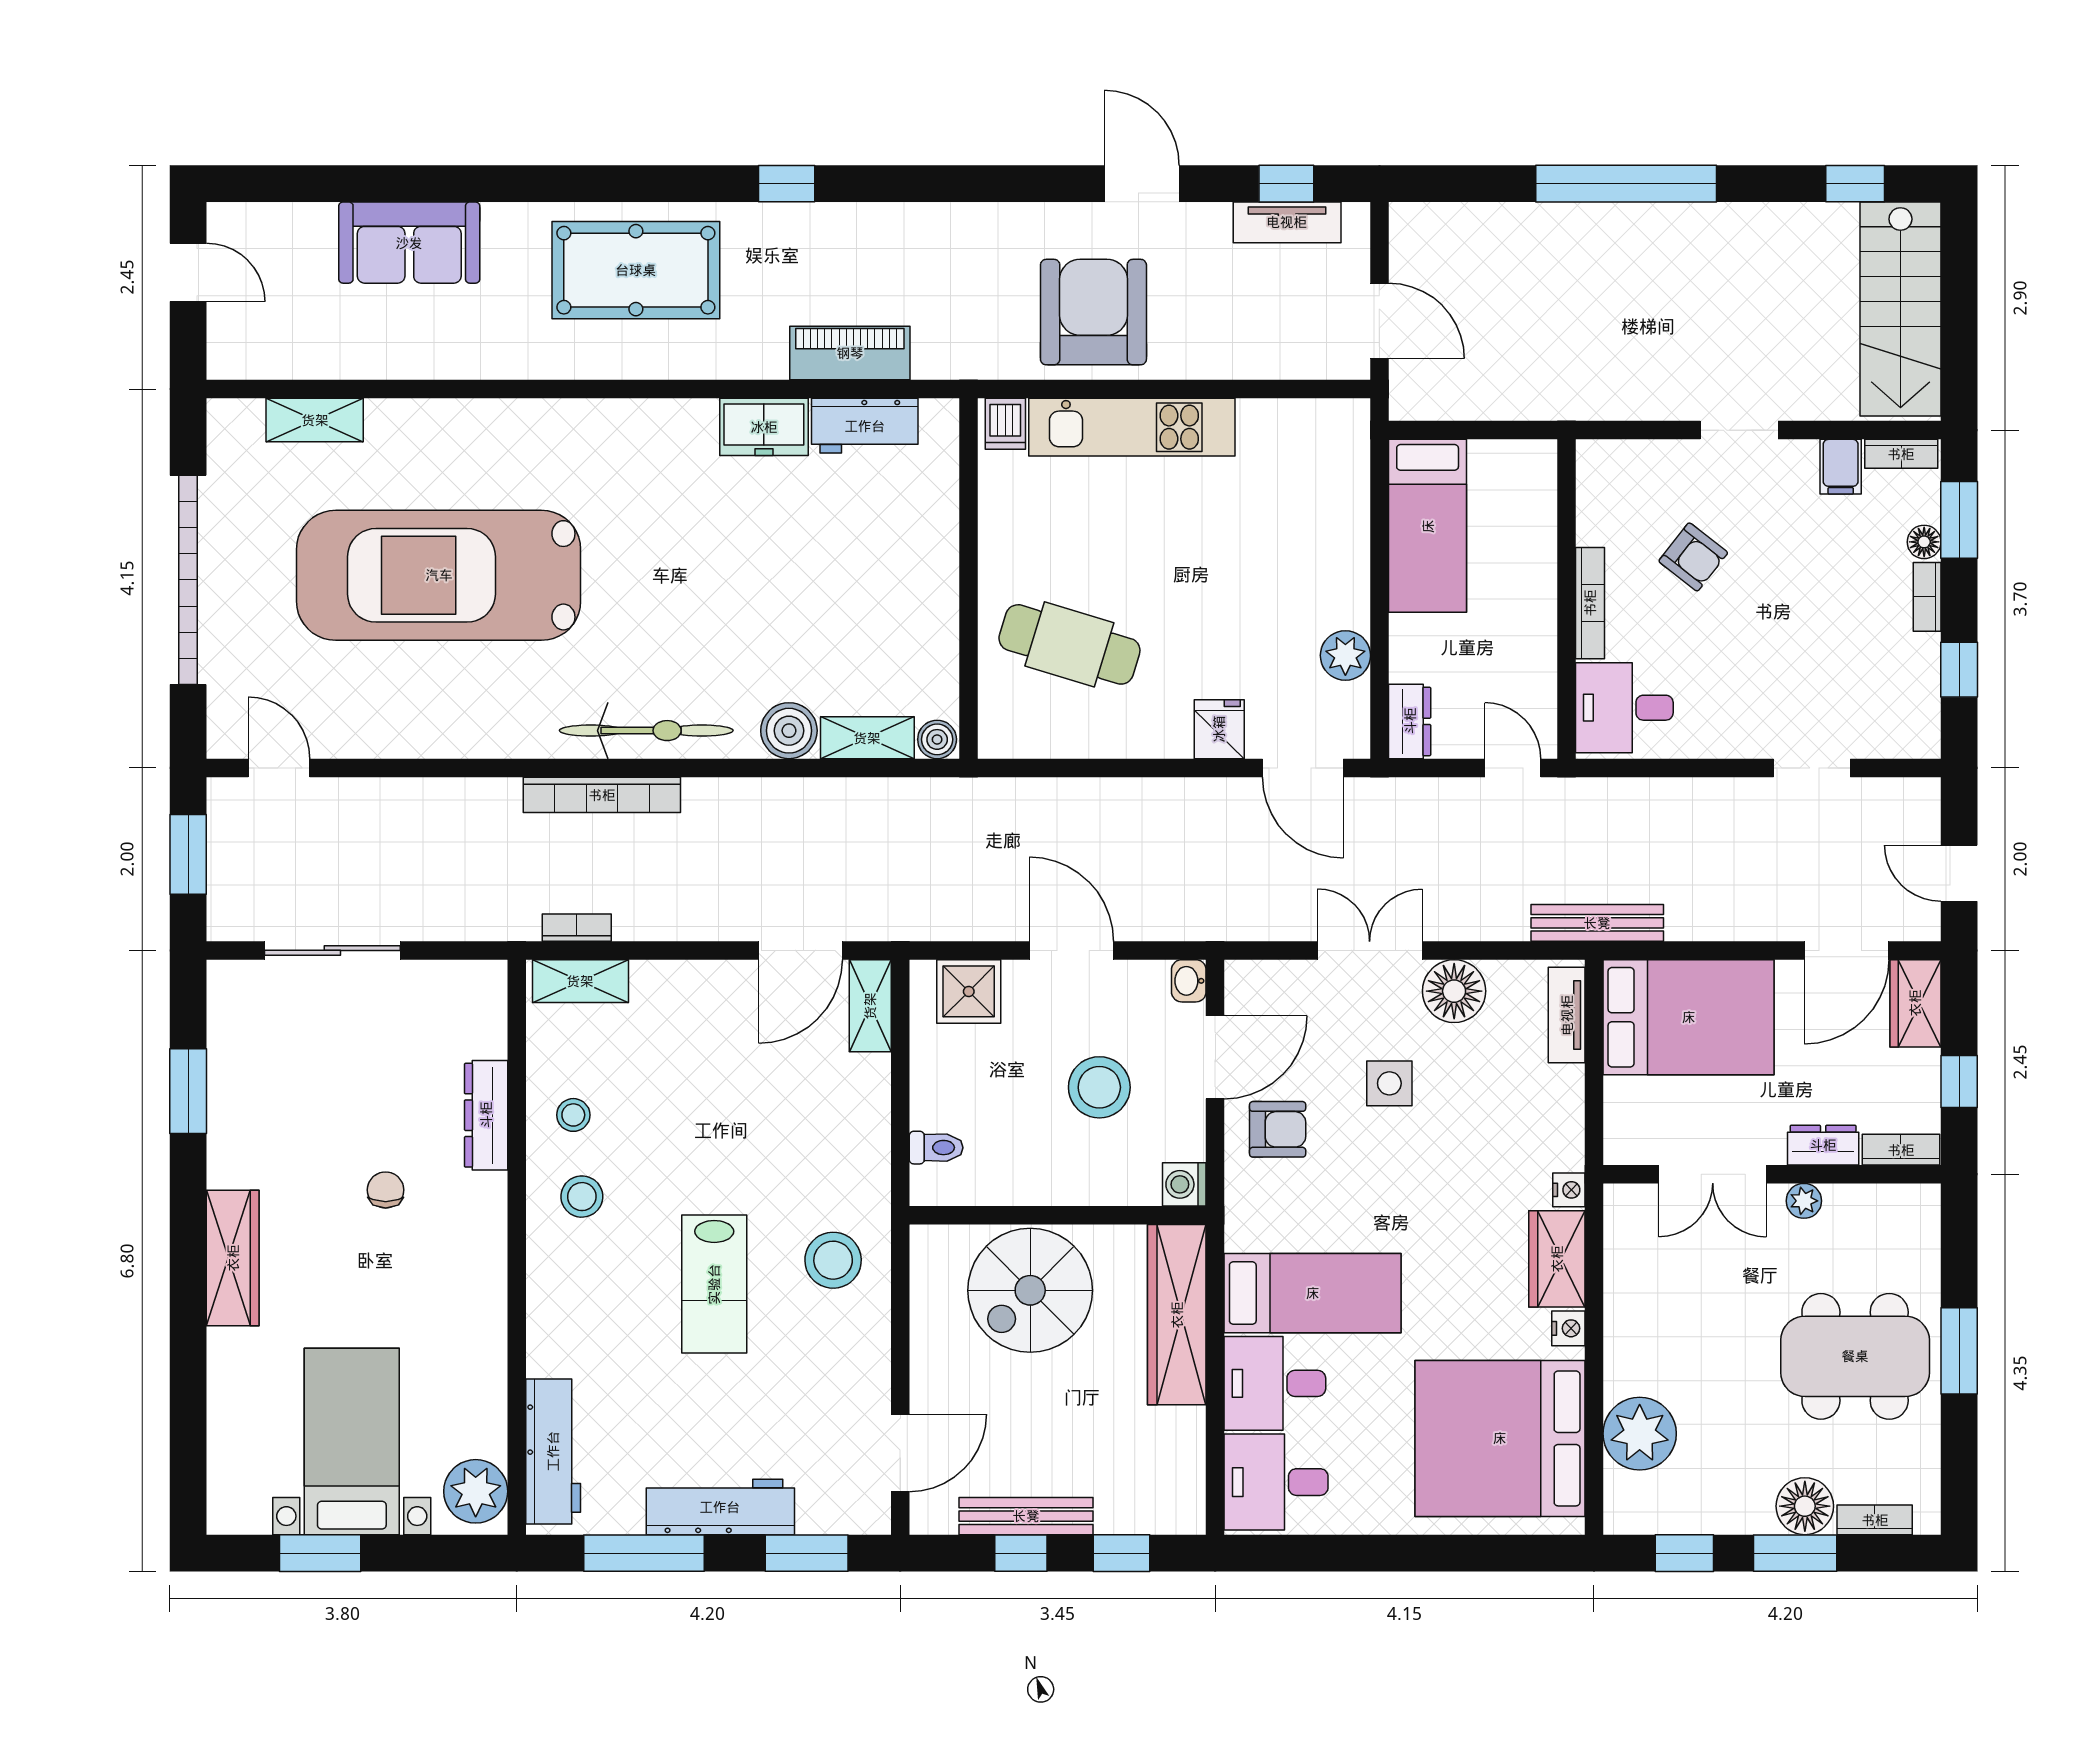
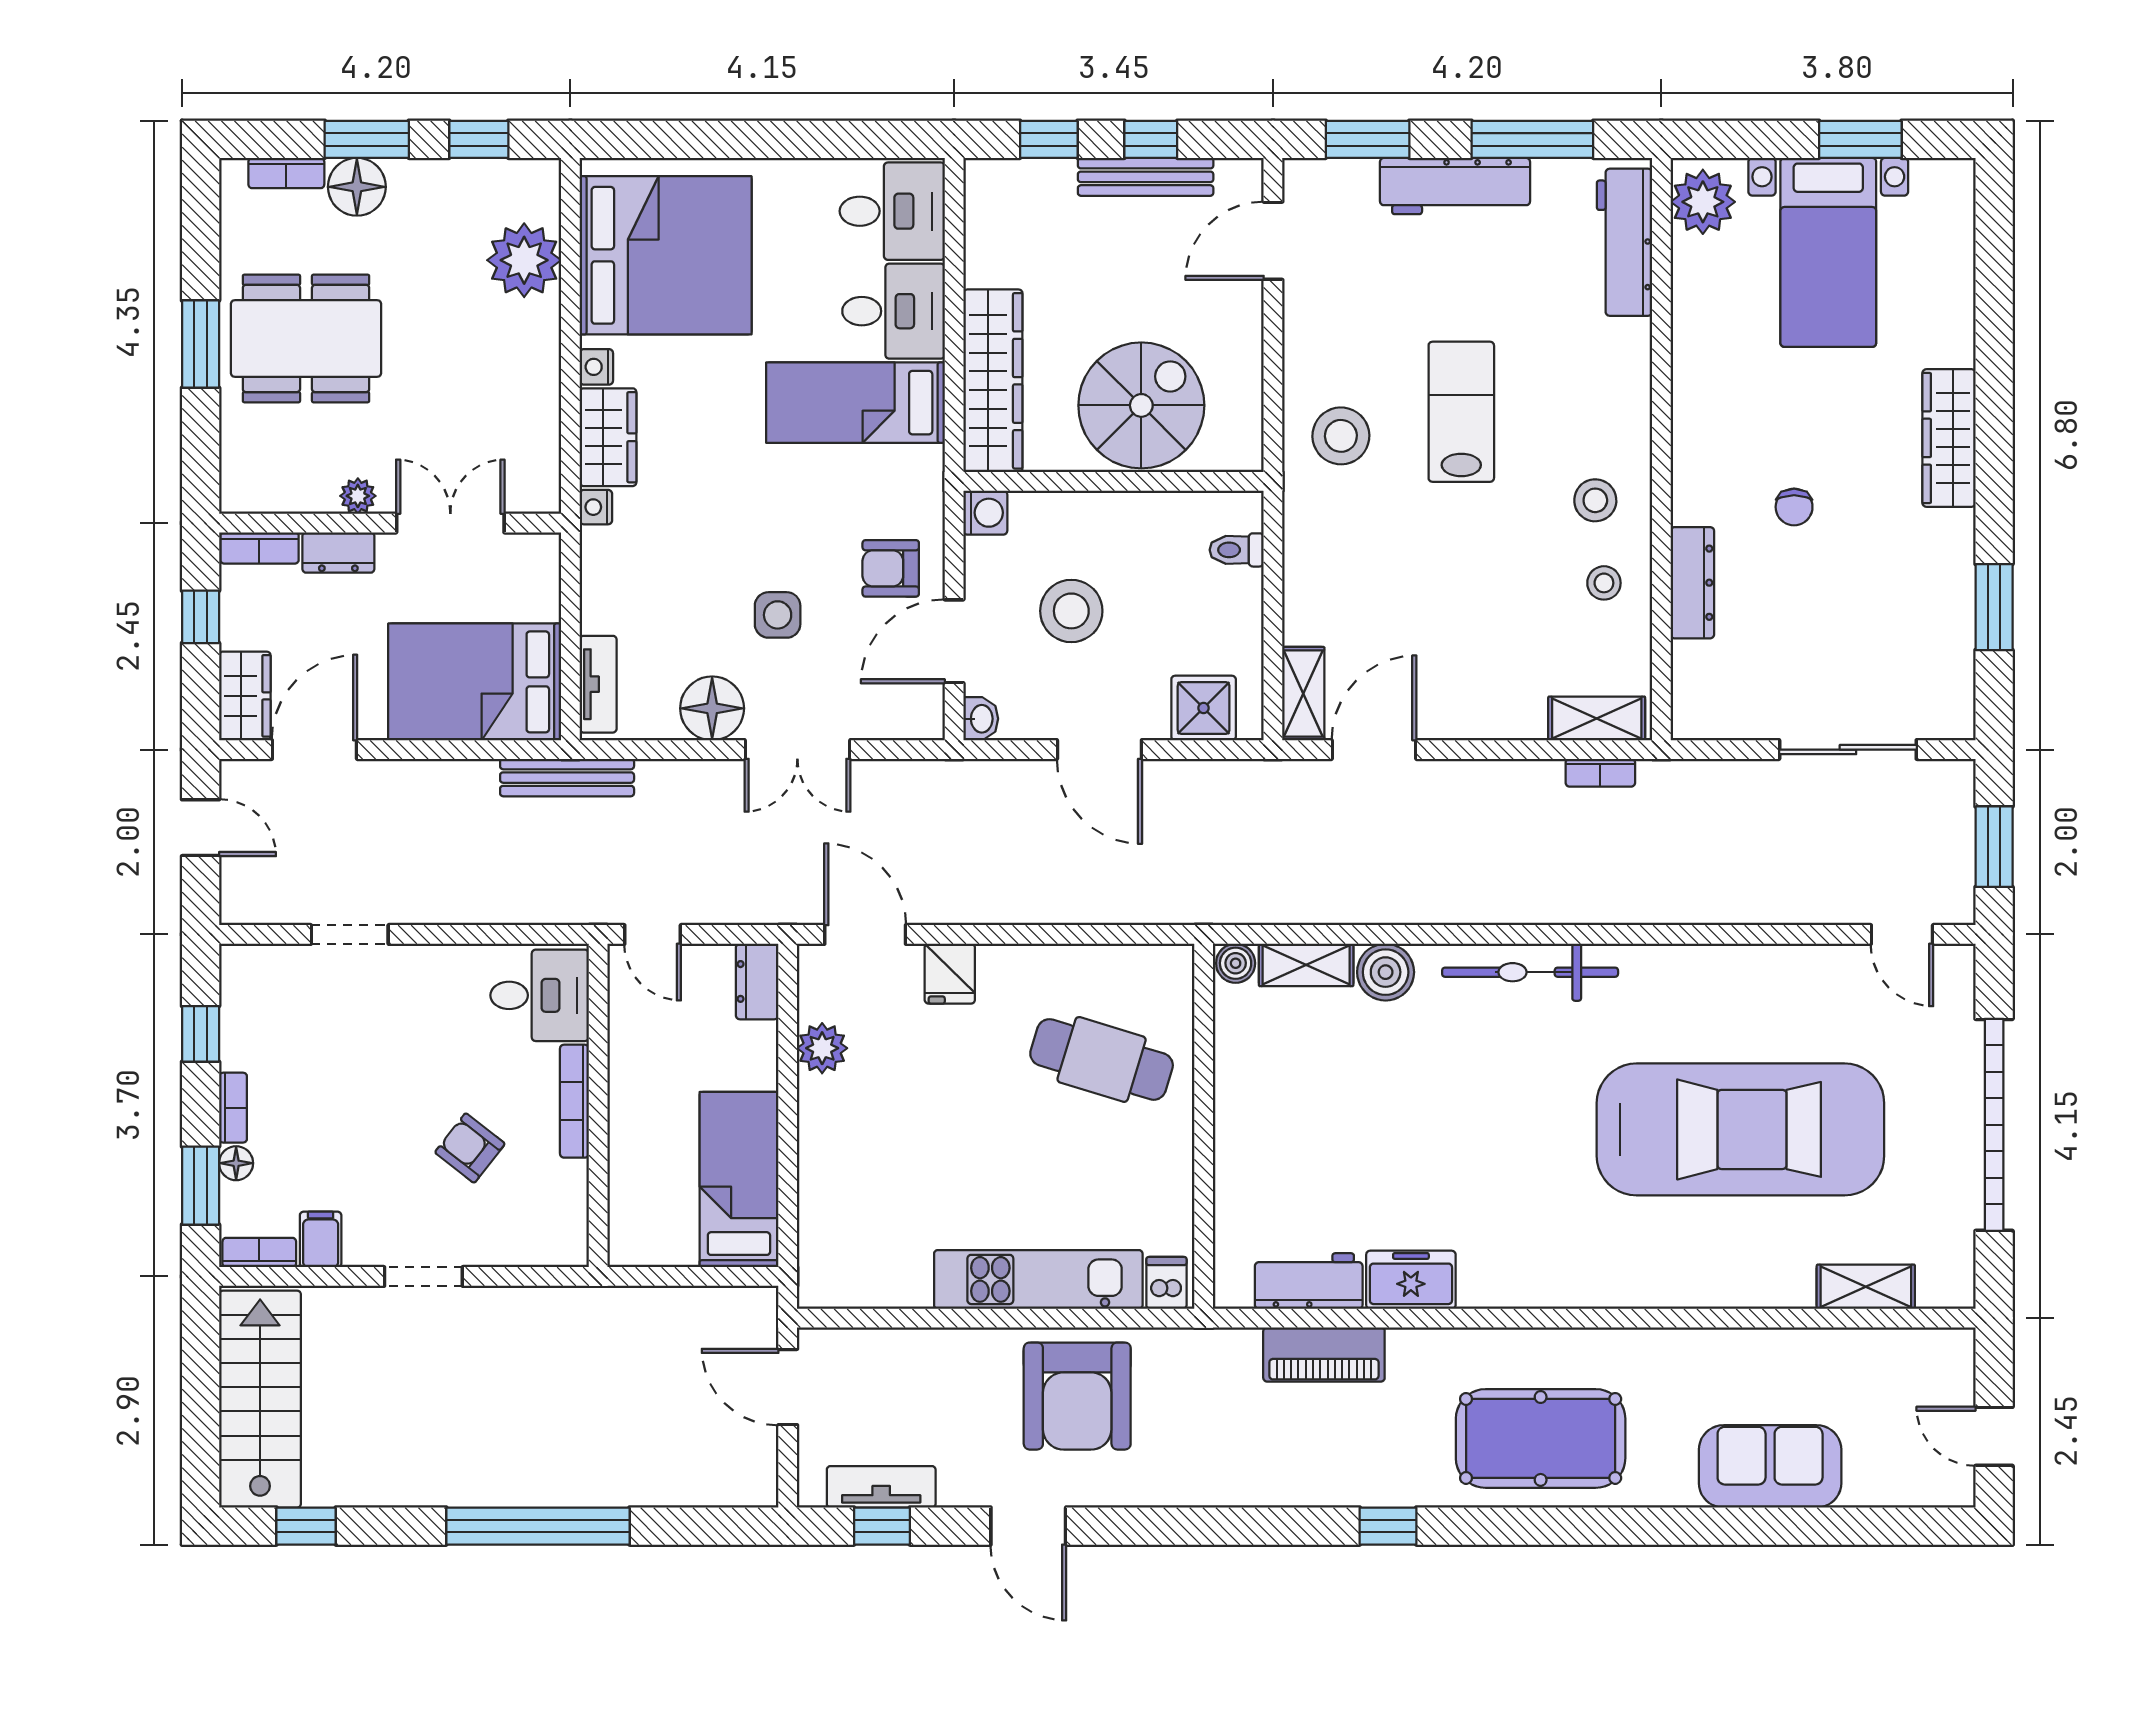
bookcase: (602, 795) -> (1575, 907), removed

